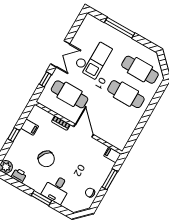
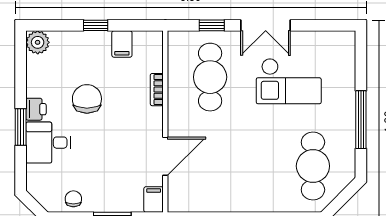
window: (120, 28) -> (361, 120), moved
cafe table: (126, 94) -> (262, 166), removed
door: (84, 131) -> (165, 156), moved
chair: (46, 159) -> (87, 99), turned 143
printer: (19, 175) -> (36, 109), moved

